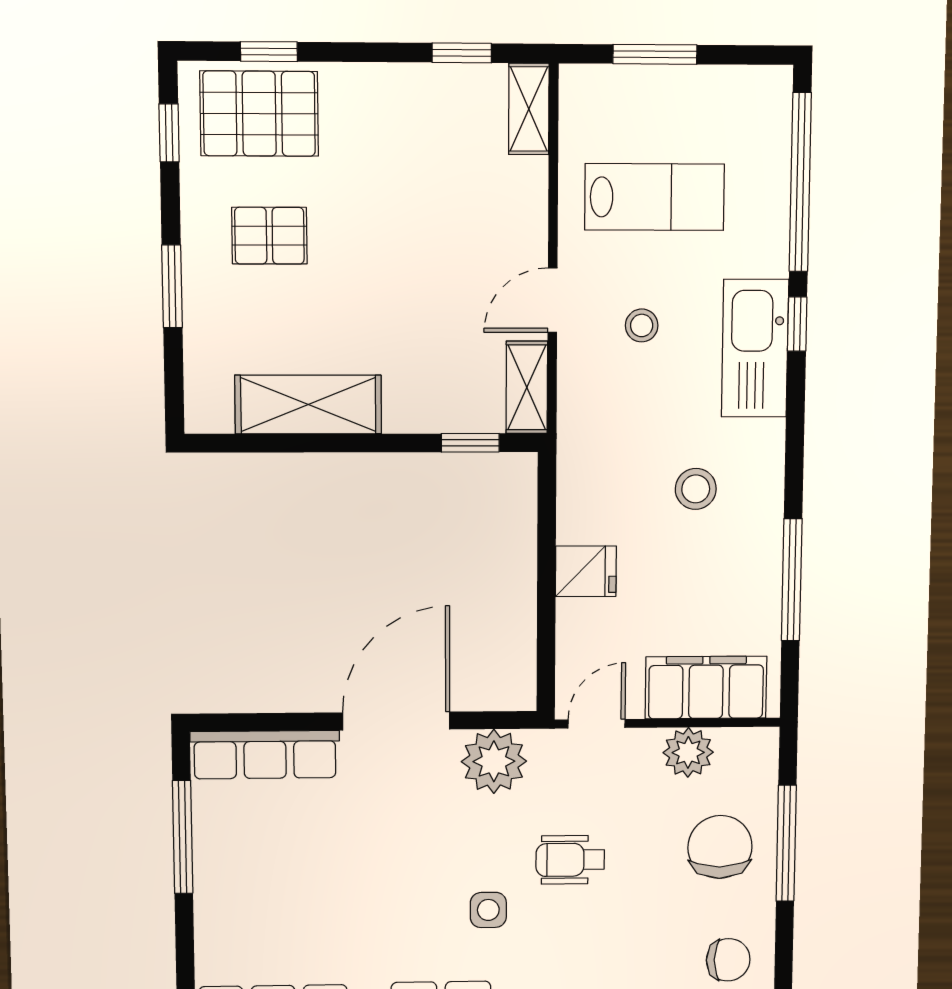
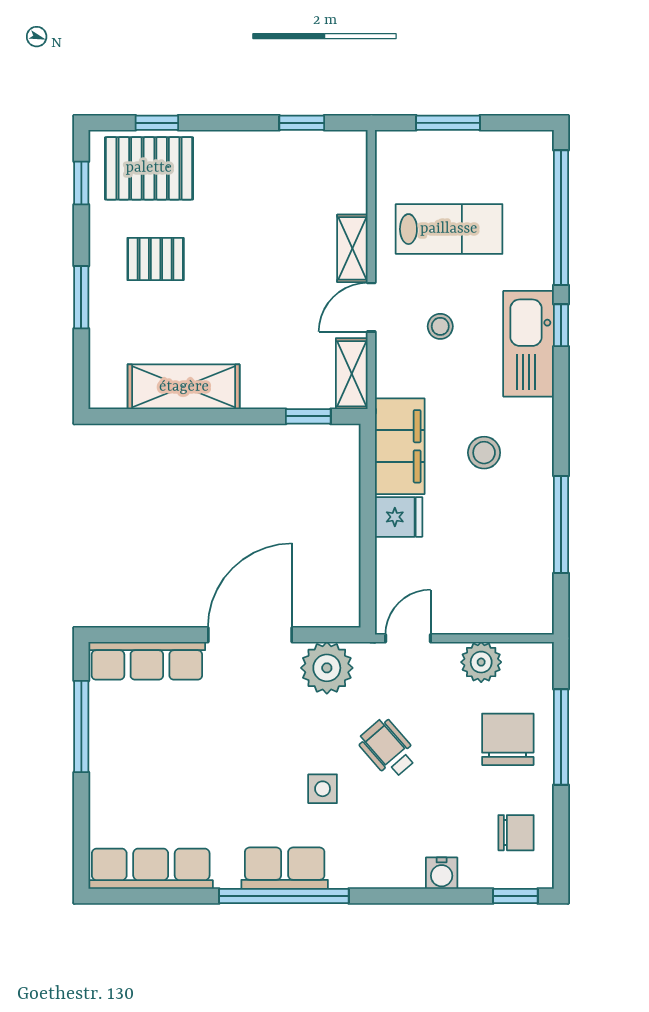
shelving: (529, 109) -> (352, 248), moved
filing cabinet: (706, 687) -> (400, 446), moved, turned 90
wheelchair: (570, 860) -> (388, 748), turned 49

